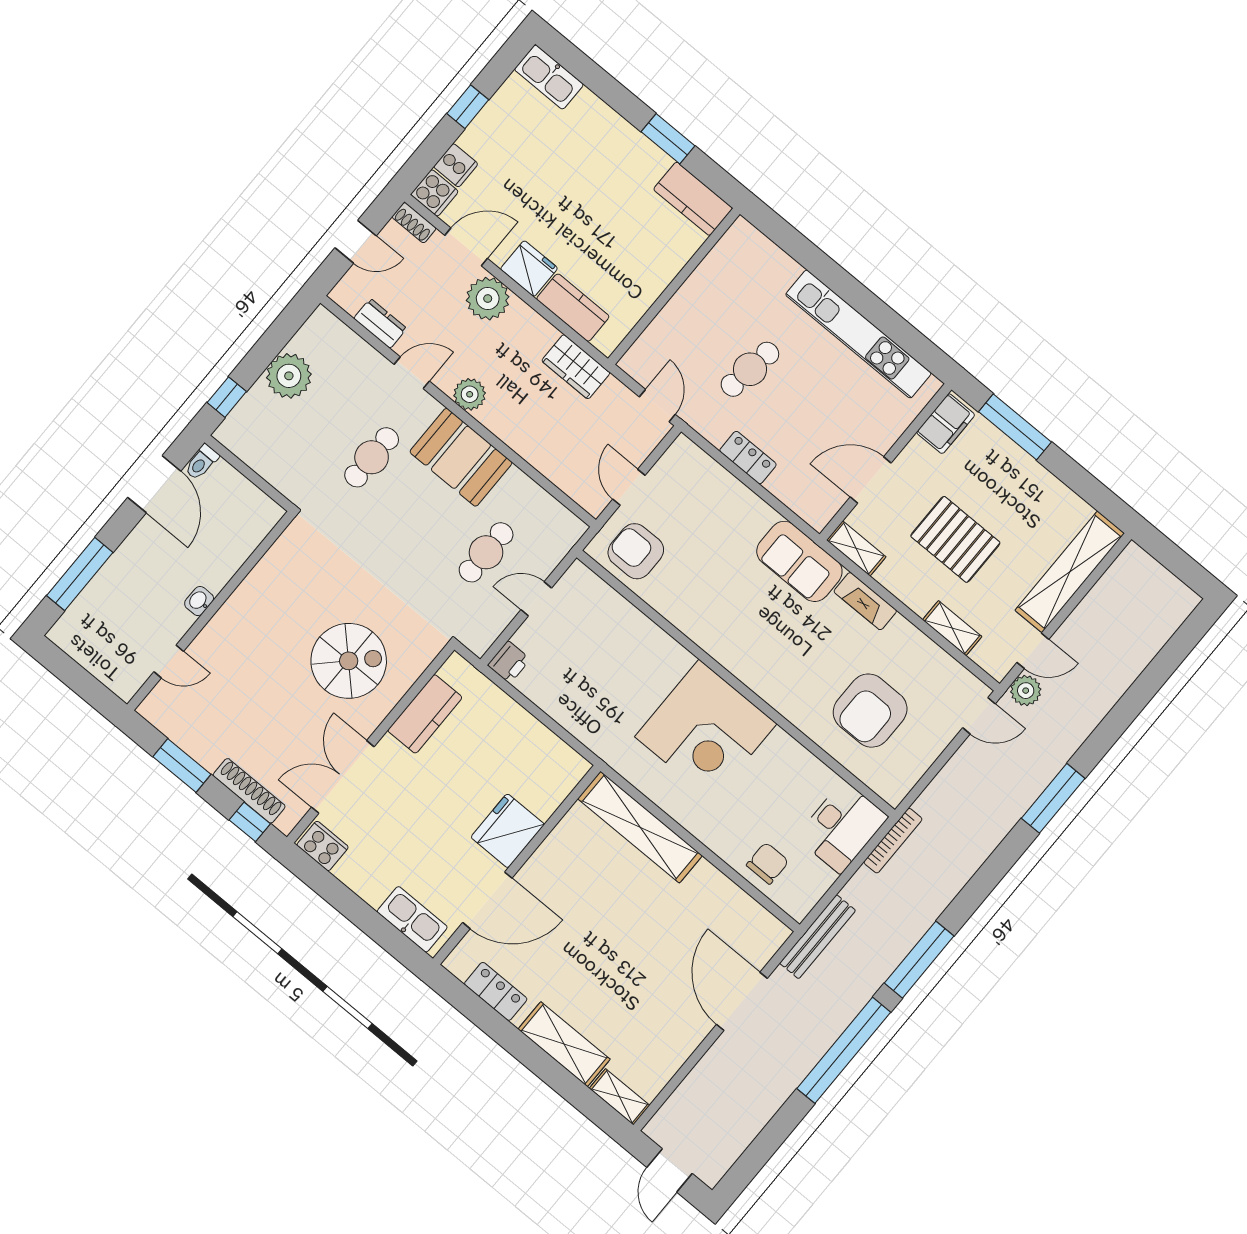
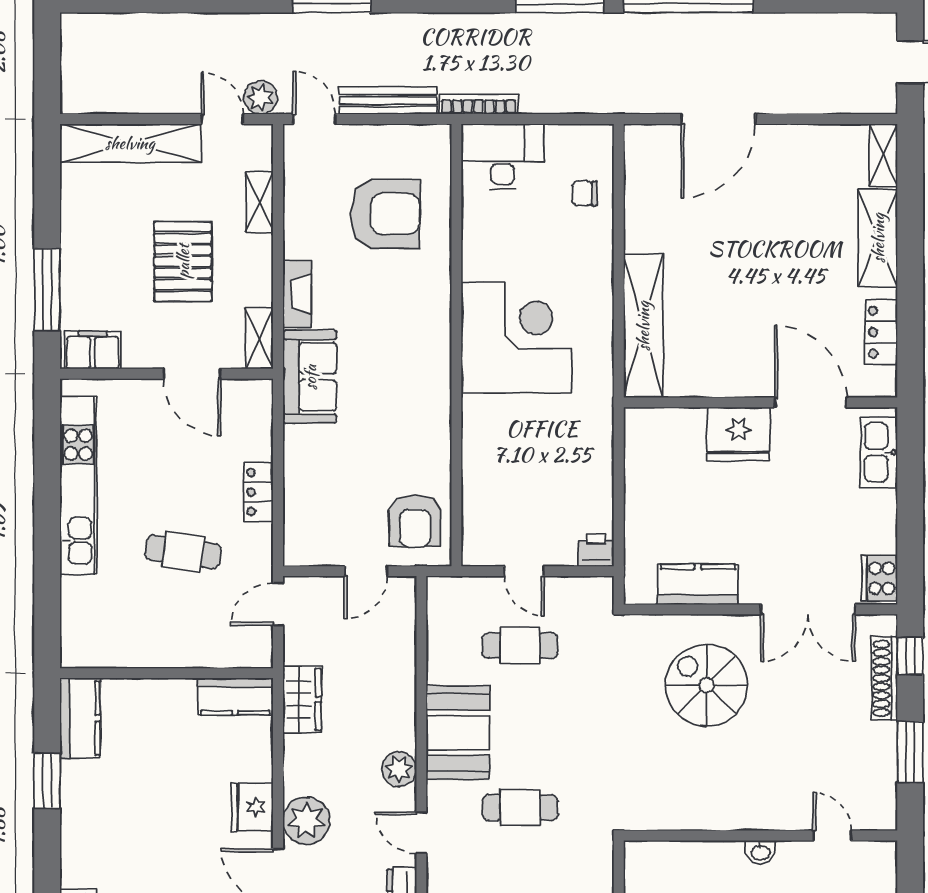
kitchen counter: (573, 308) -> (235, 696), moved, turned -90
chair: (768, 863) -> (585, 194), width x0.73, depth x0.73
bench: (818, 937) -> (388, 101), moved

